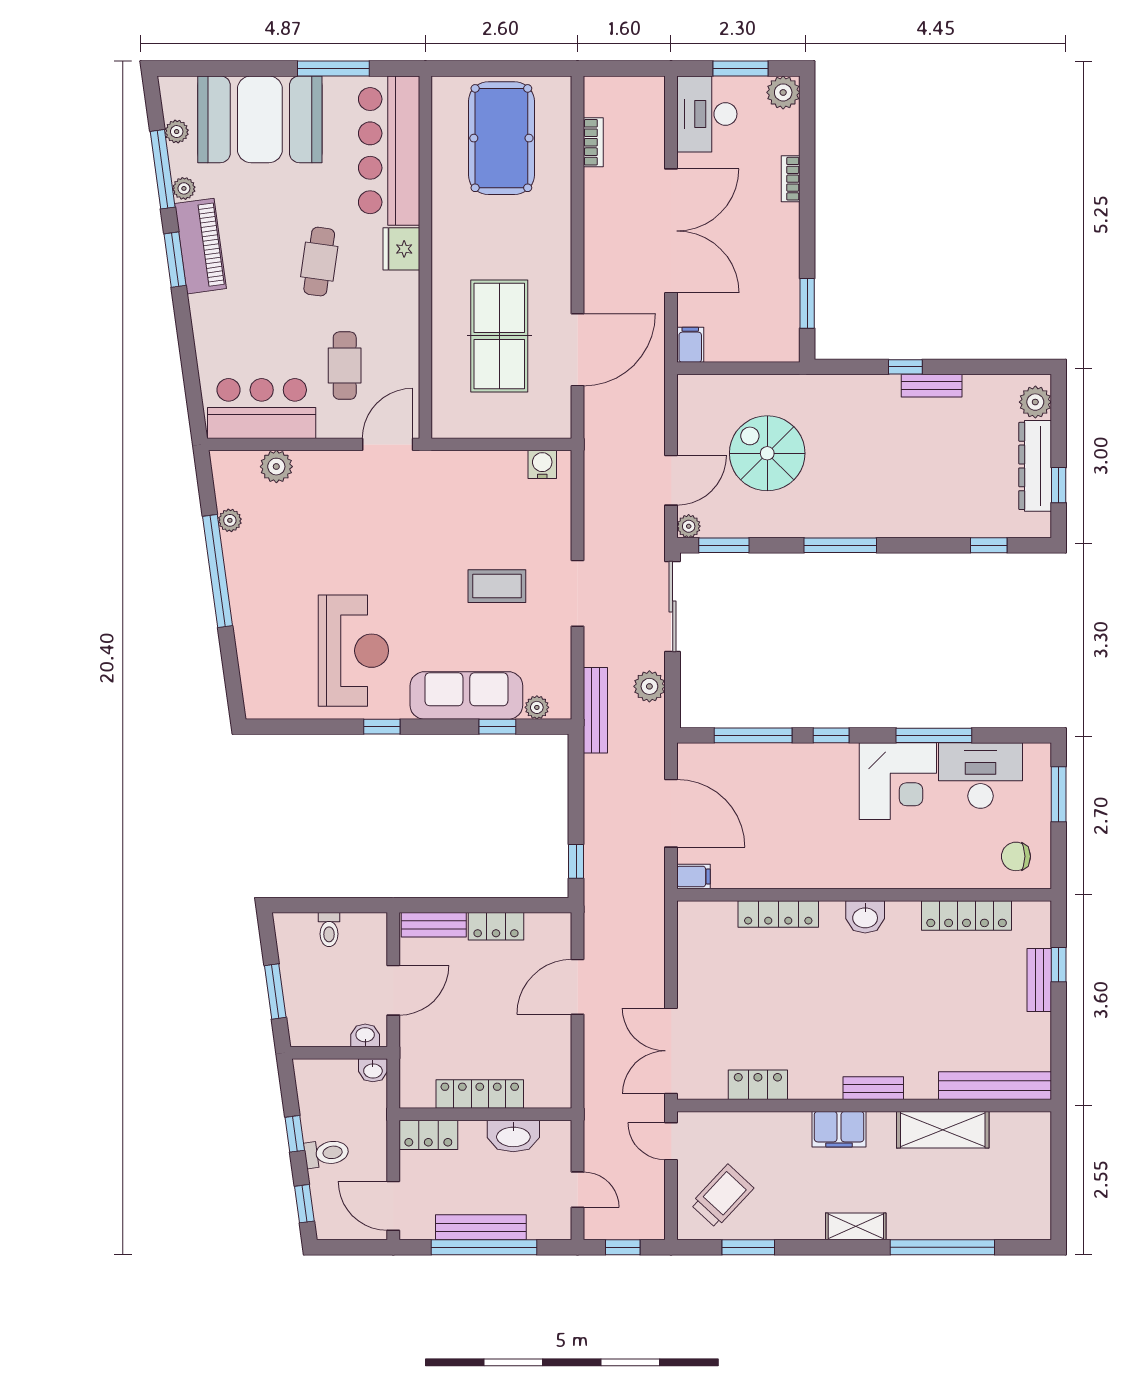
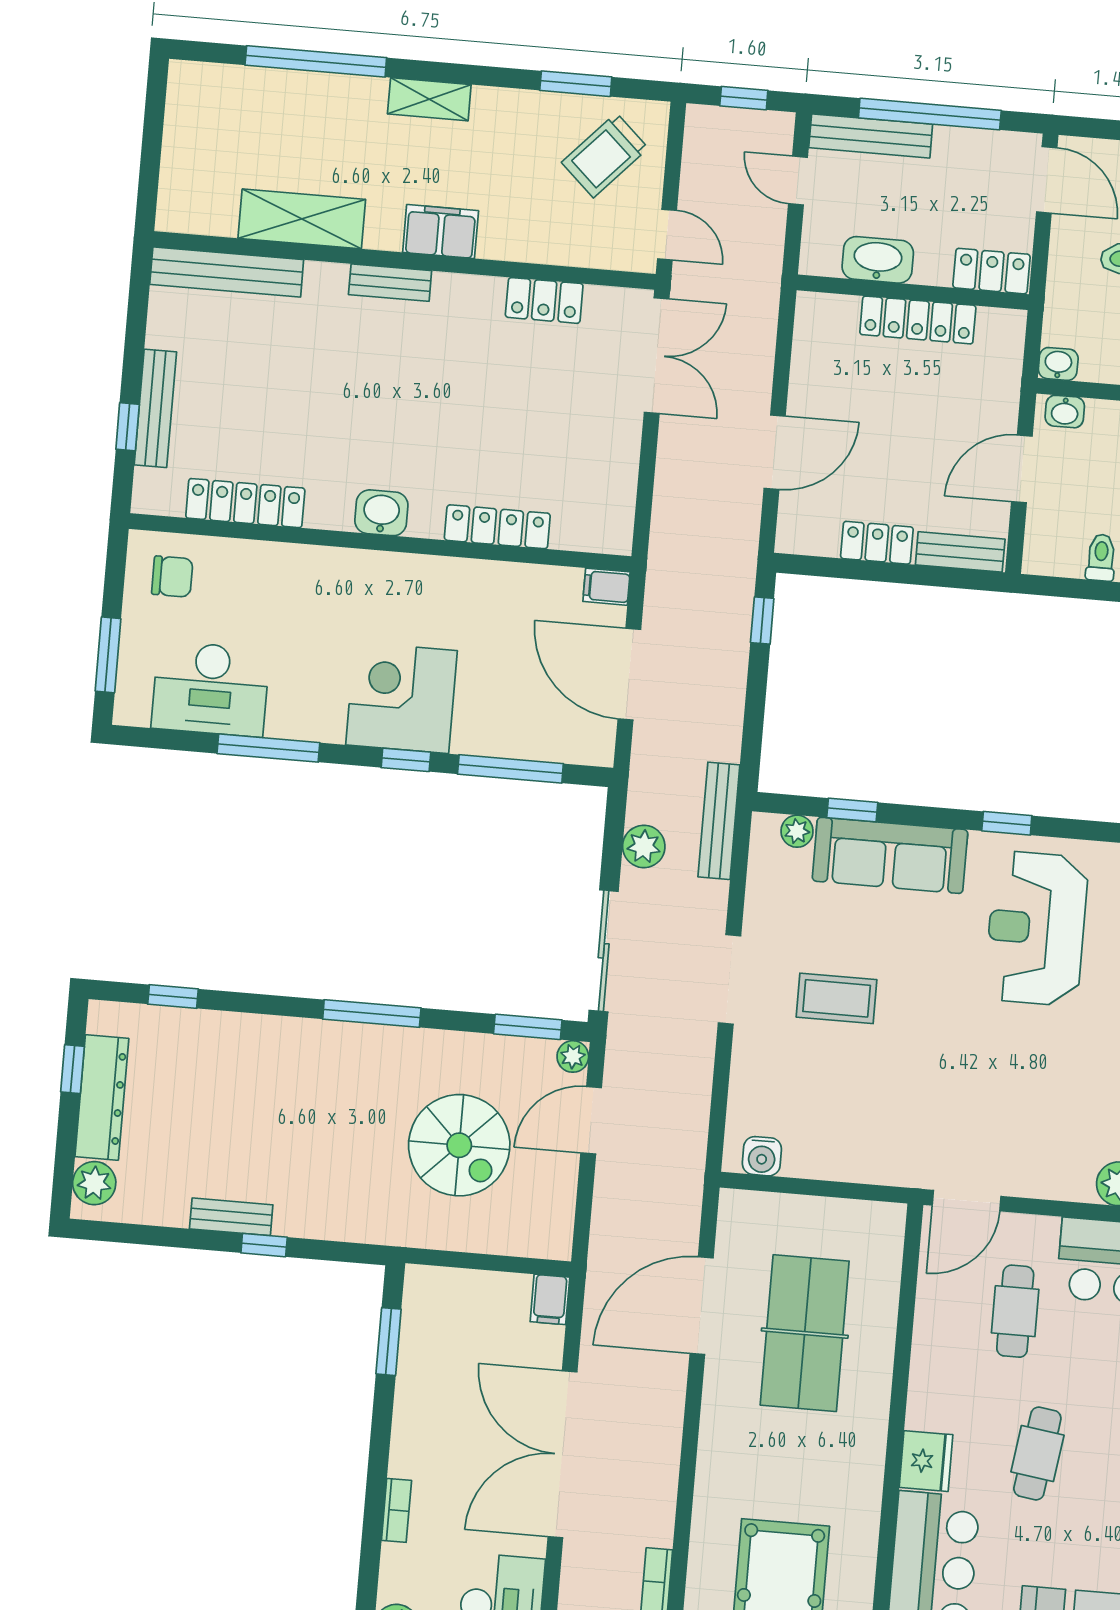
corner desk: (898, 781) -> (402, 698), moved
bench: (1039, 980) -> (155, 408), width x1.36
bench: (481, 1227) -> (871, 136), moved

